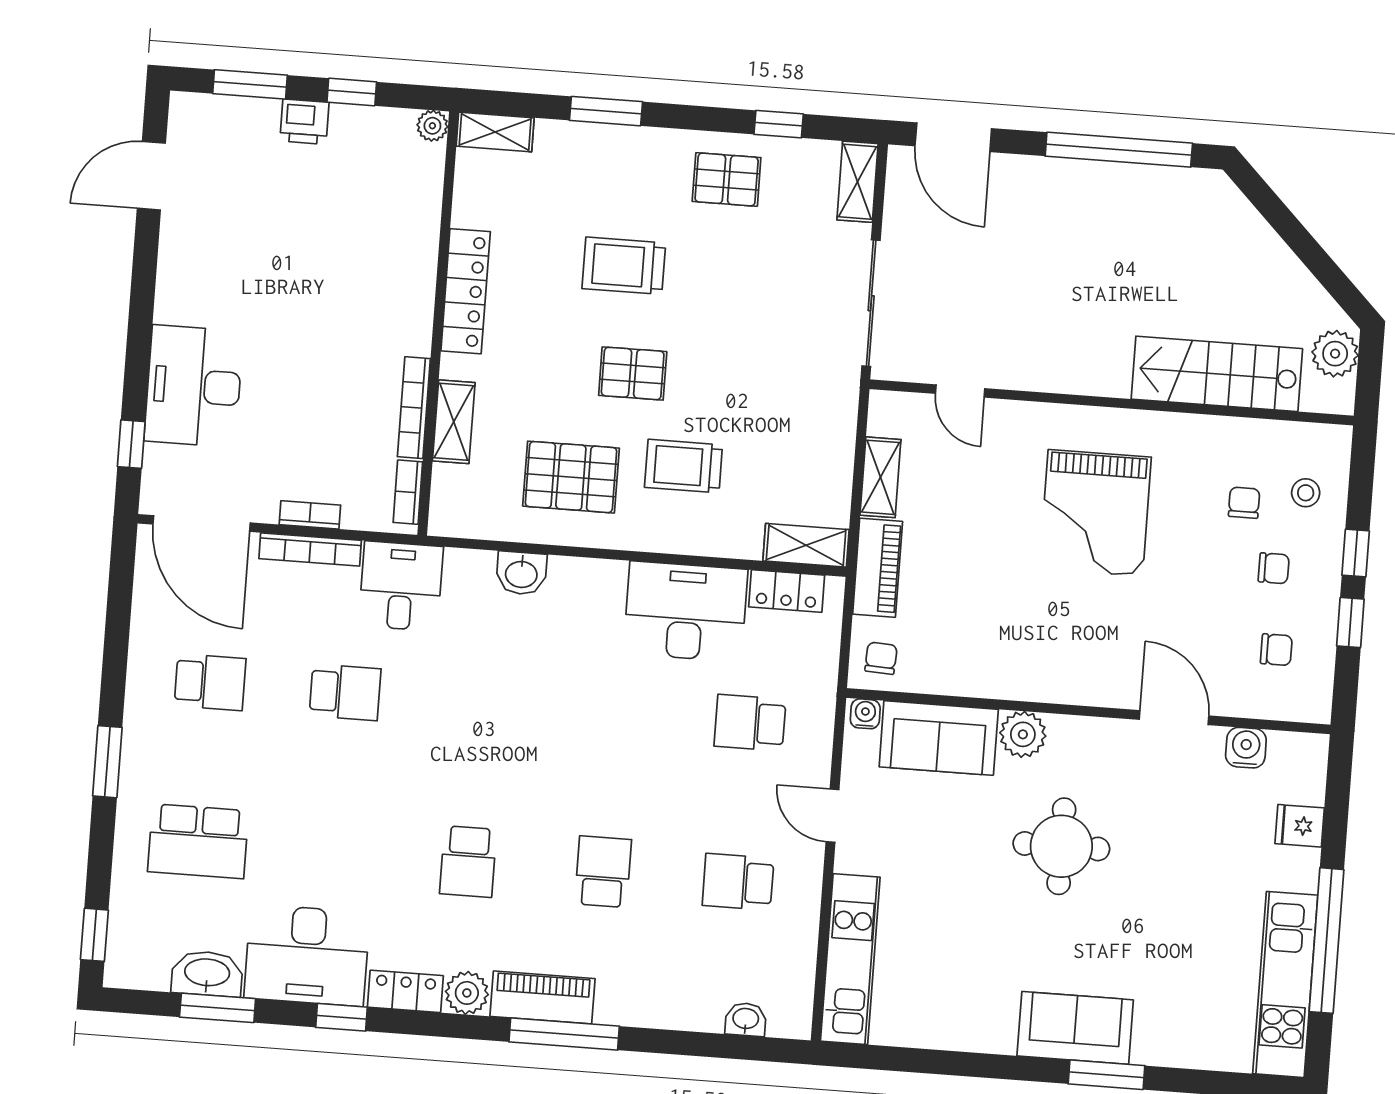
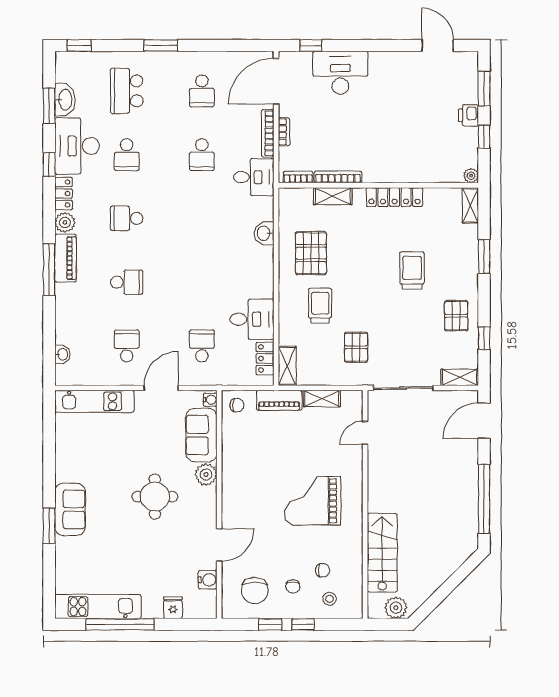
pallet: (633, 373) -> (356, 347), moved
desk: (686, 611) -> (252, 319), width x0.73
chair: (1276, 650) -> (255, 591), width x1.87, depth x1.87
door: (833, 816) -> (161, 388), width x1.38
school desk: (333, 851) -> (127, 155), added

